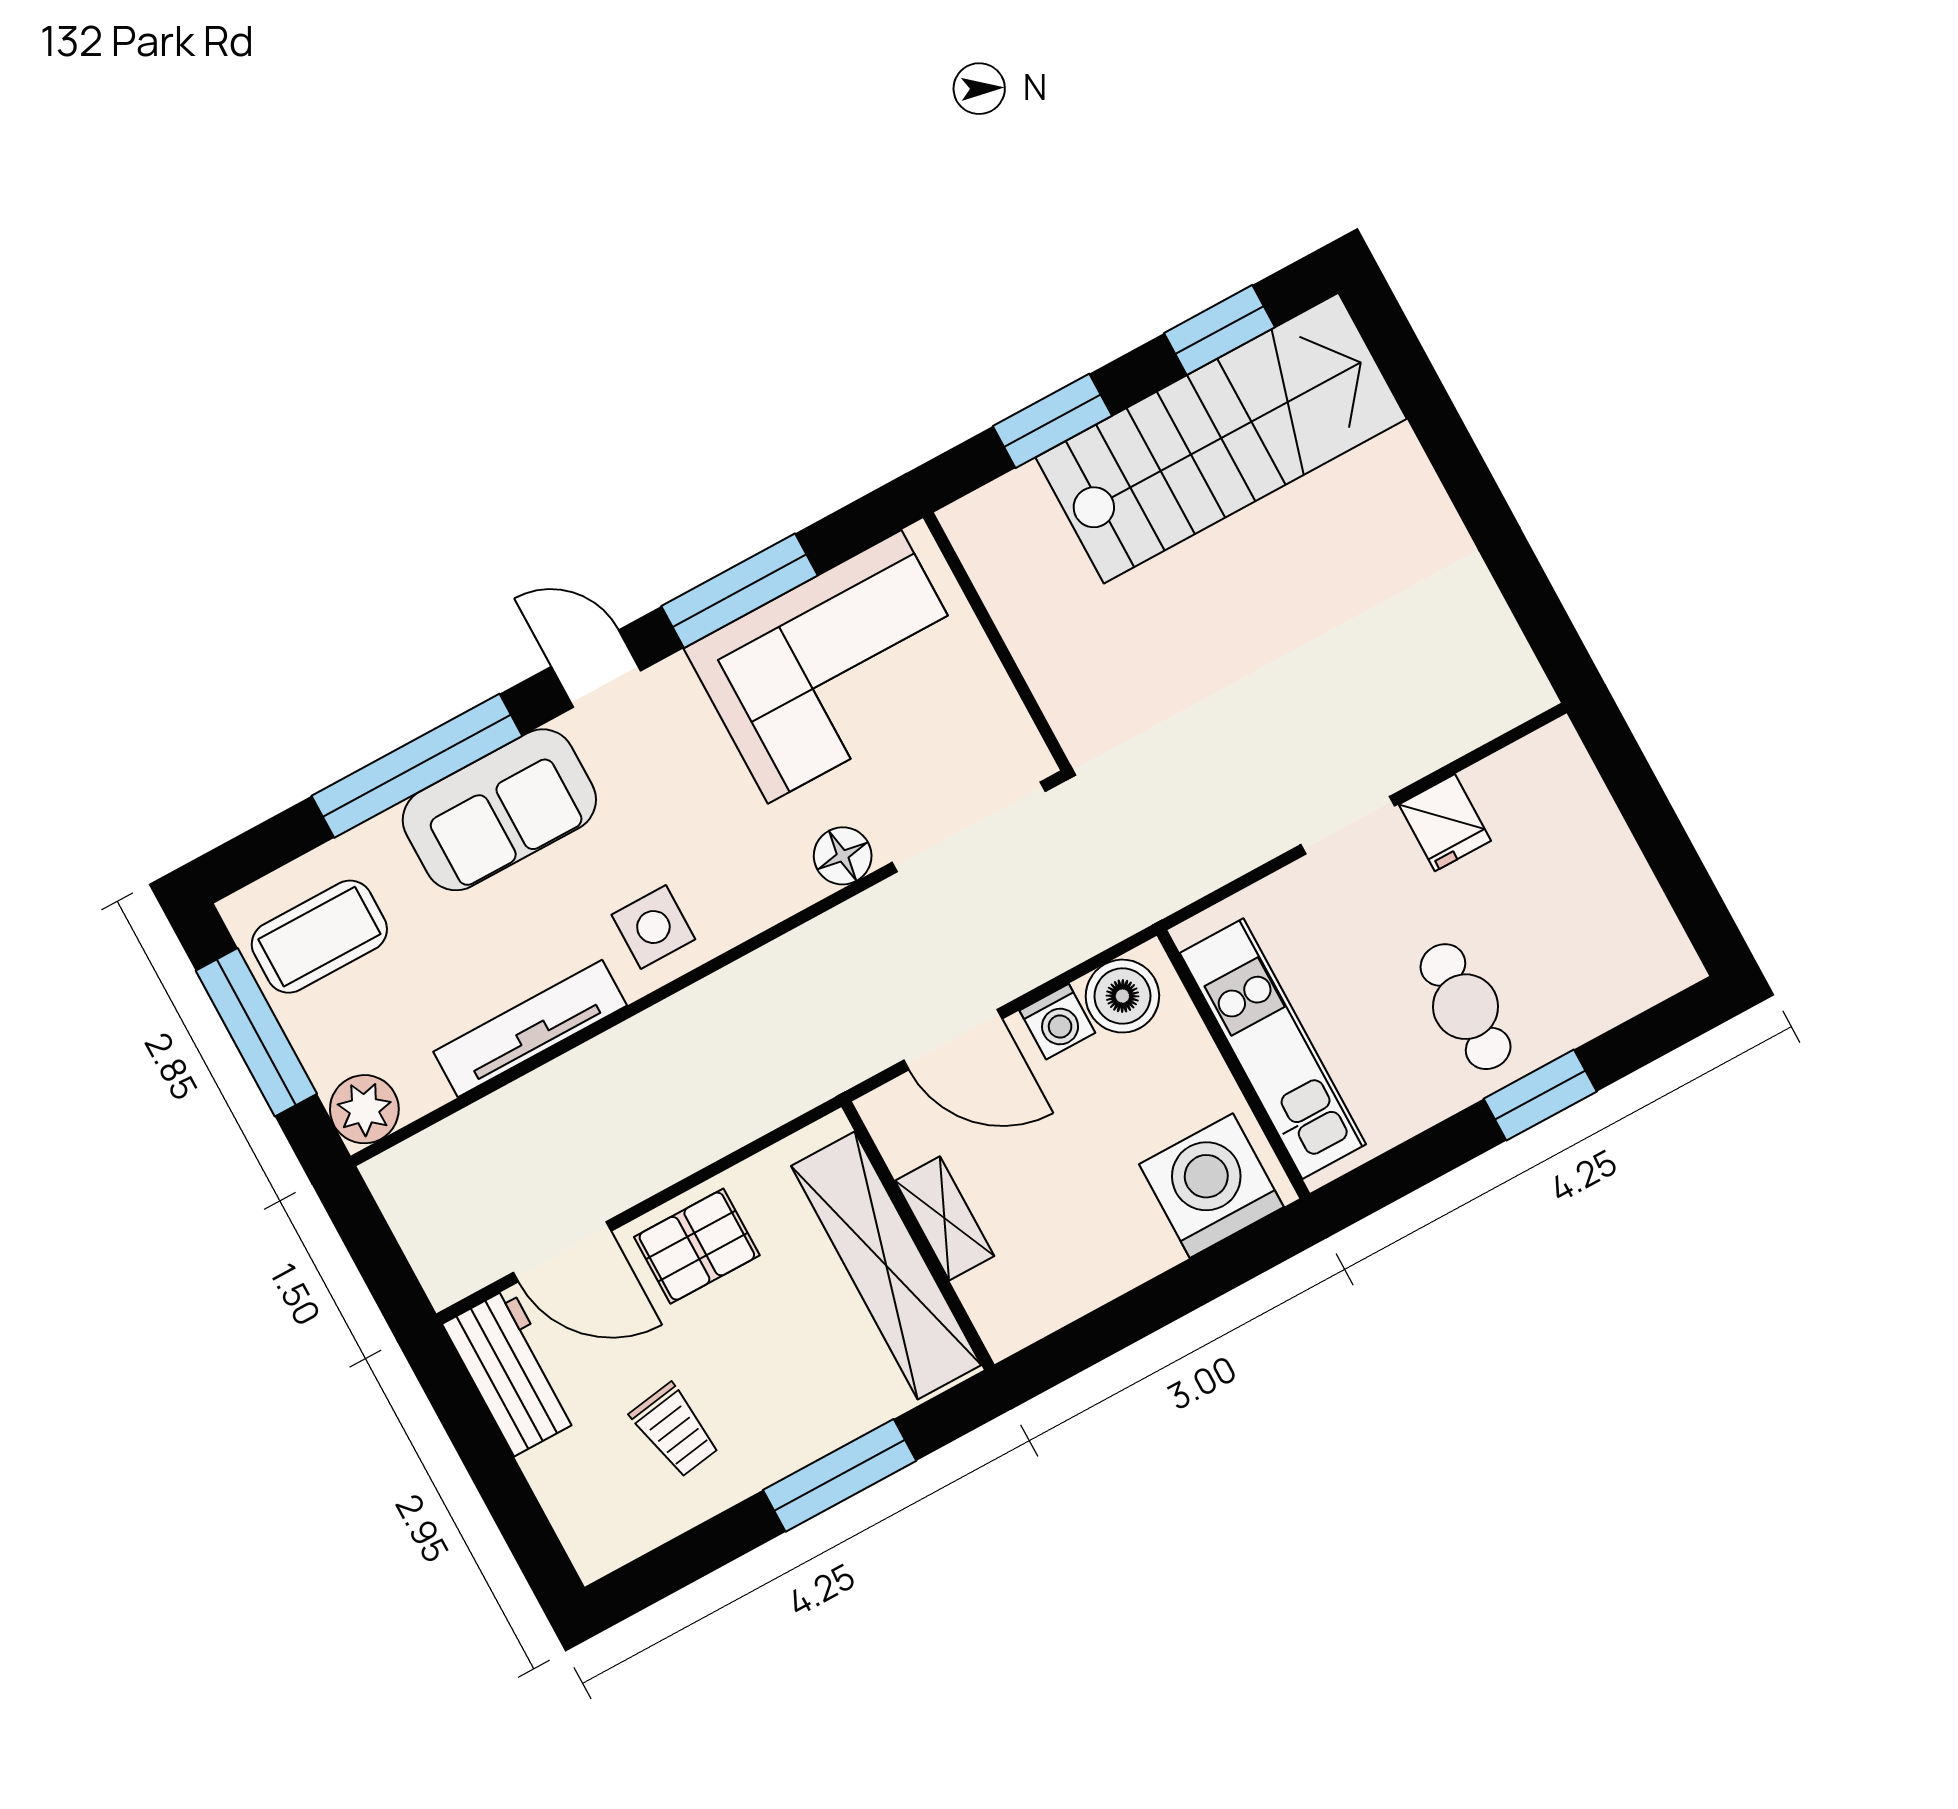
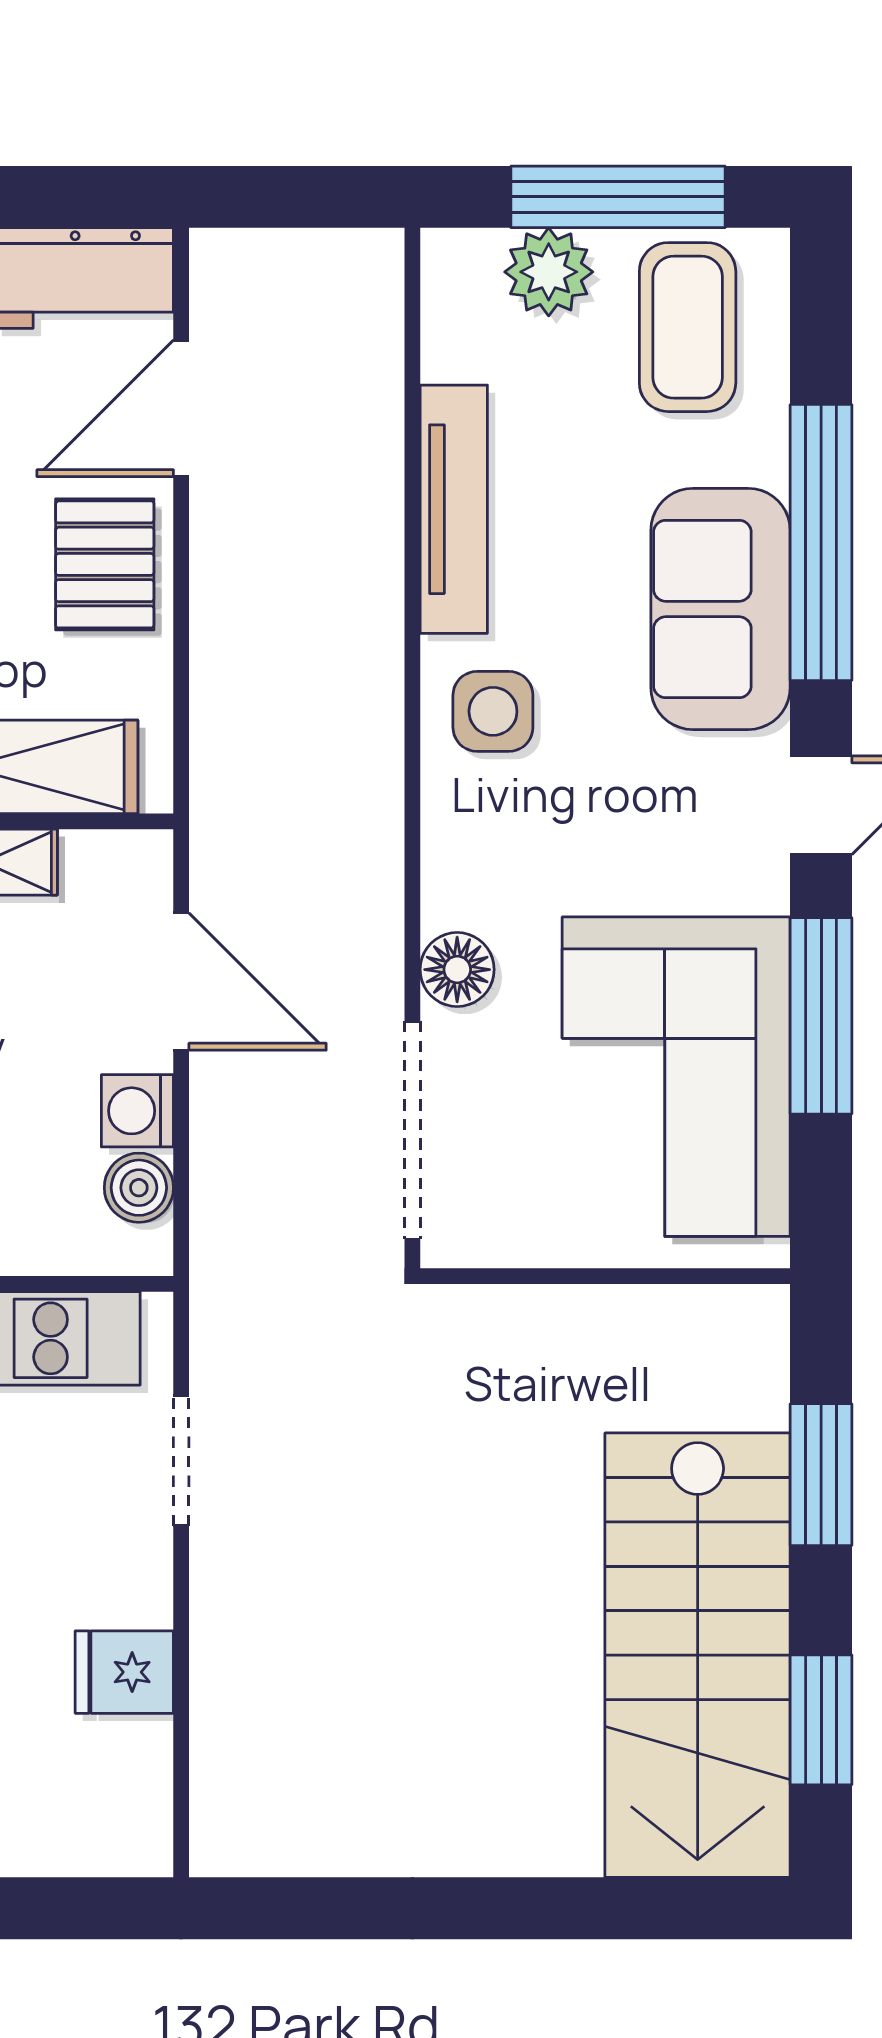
doorway: (1348, 825) -> (181, 1461), moved
boiler: (1122, 996) -> (139, 1188), width x0.73, depth x0.73
door: (953, 1040) -> (181, 982), swing flipped
plant: (364, 1109) -> (549, 272), moved

